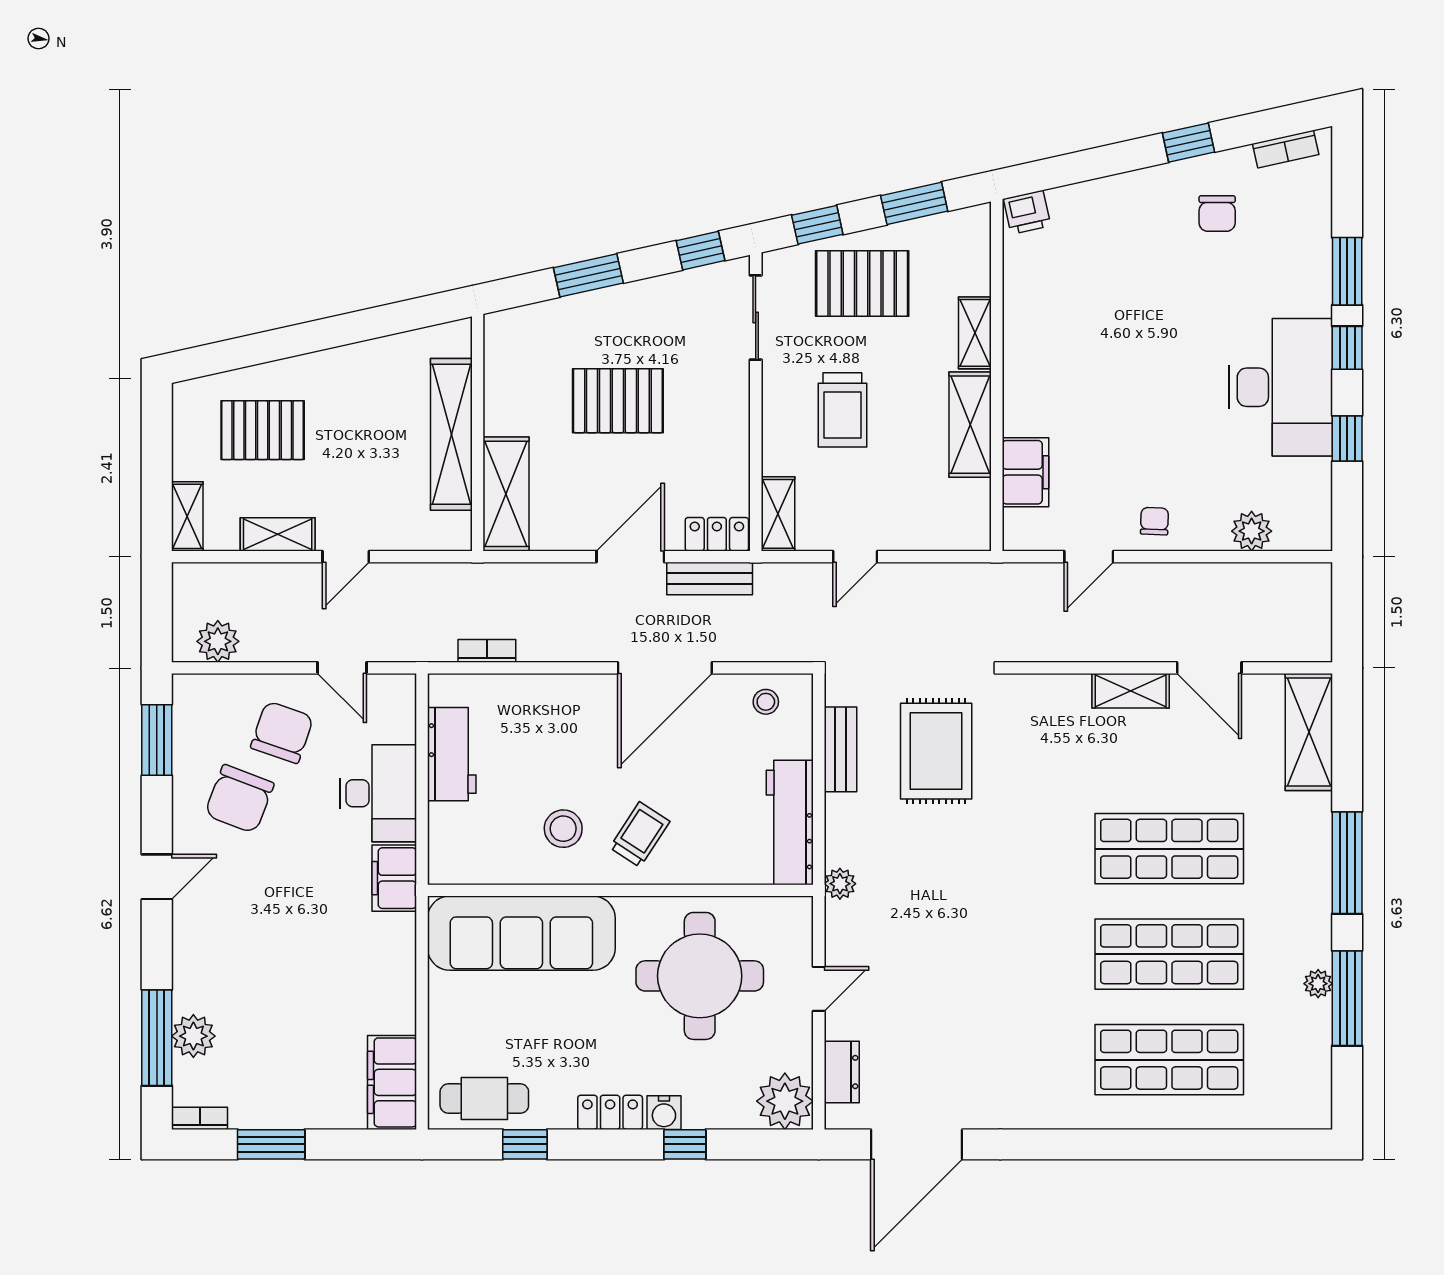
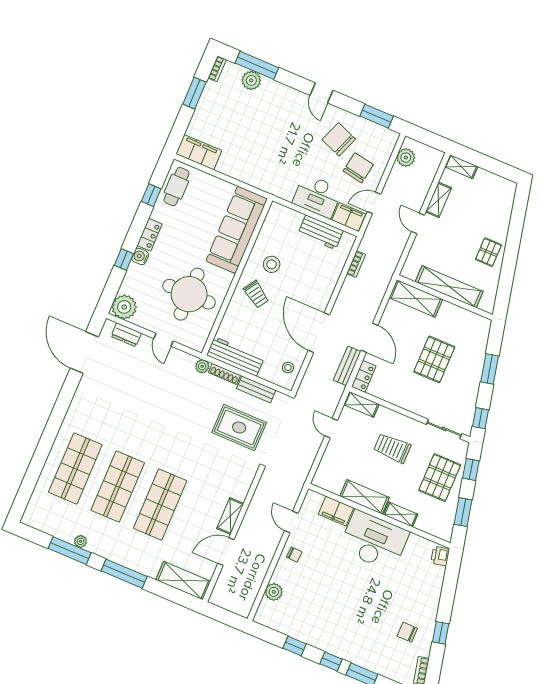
desk: (1281, 387) -> (374, 541), moved, turned 180
pallet: (263, 430) -> (489, 252), moved, width x0.67, depth x0.71
chair: (282, 732) -> (358, 168), turned -99
shoe rack: (836, 830) -> (224, 374), added
filing cabinet: (394, 878) -> (349, 217), moved

